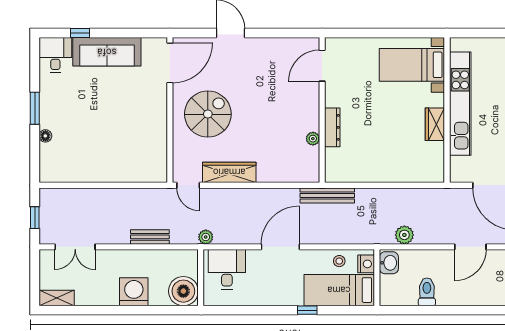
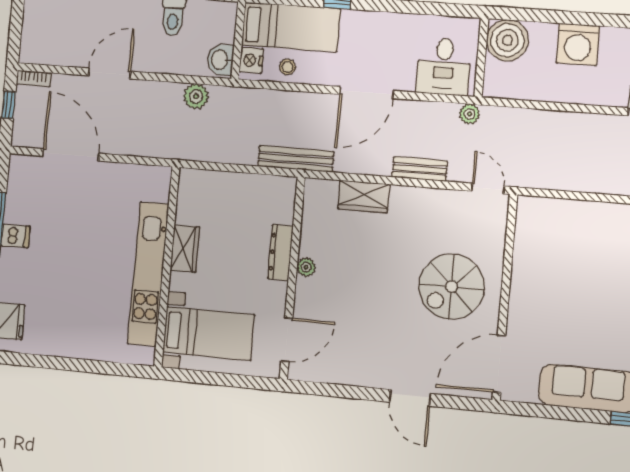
bed with nightstands: (412, 65) -> (209, 333), moved
kitchen unit: (460, 104) -> (148, 274), moved
wall: (447, 110) -> (167, 267), moved
wardrobe: (435, 124) -> (185, 249), moved
plant: (313, 139) -> (306, 267), moved
wardrobe: (229, 172) -> (364, 197), moved, width x0.67
bench: (150, 237) -> (420, 169), moved

